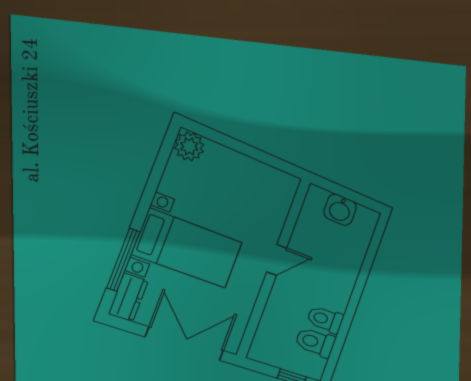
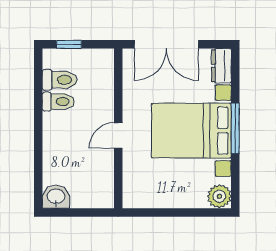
washbasin: (340, 210) -> (56, 197), moved
bed with nightstands: (188, 249) -> (191, 131), width x1.36
window: (123, 260) -> (235, 128), moved

